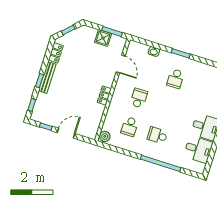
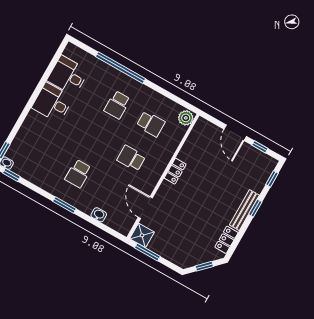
shower: (103, 38) -> (142, 235), moved
school desk: (175, 79) -> (78, 174), turned 180
school desk: (139, 98) -> (131, 158), turned 90
school desk: (130, 127) -> (151, 124), turned 90
door: (66, 133) -> (235, 133), hinge flipped
school desk: (157, 135) -> (117, 105), turned 90

